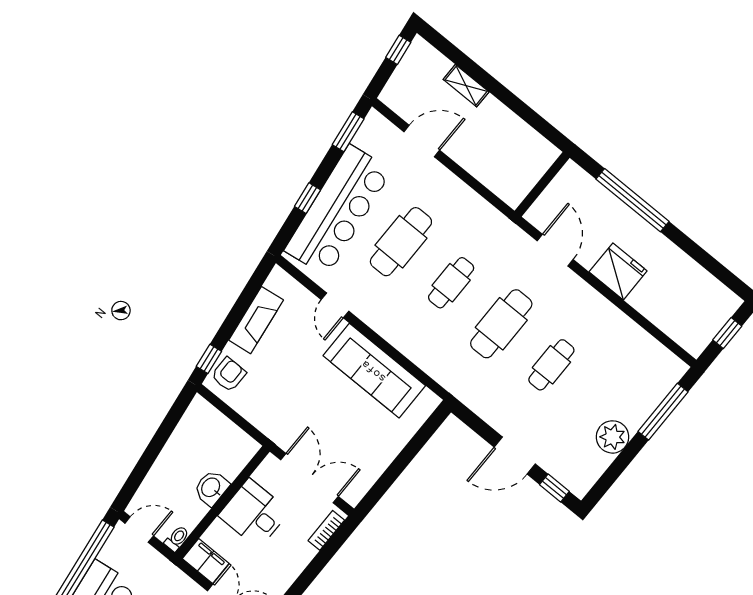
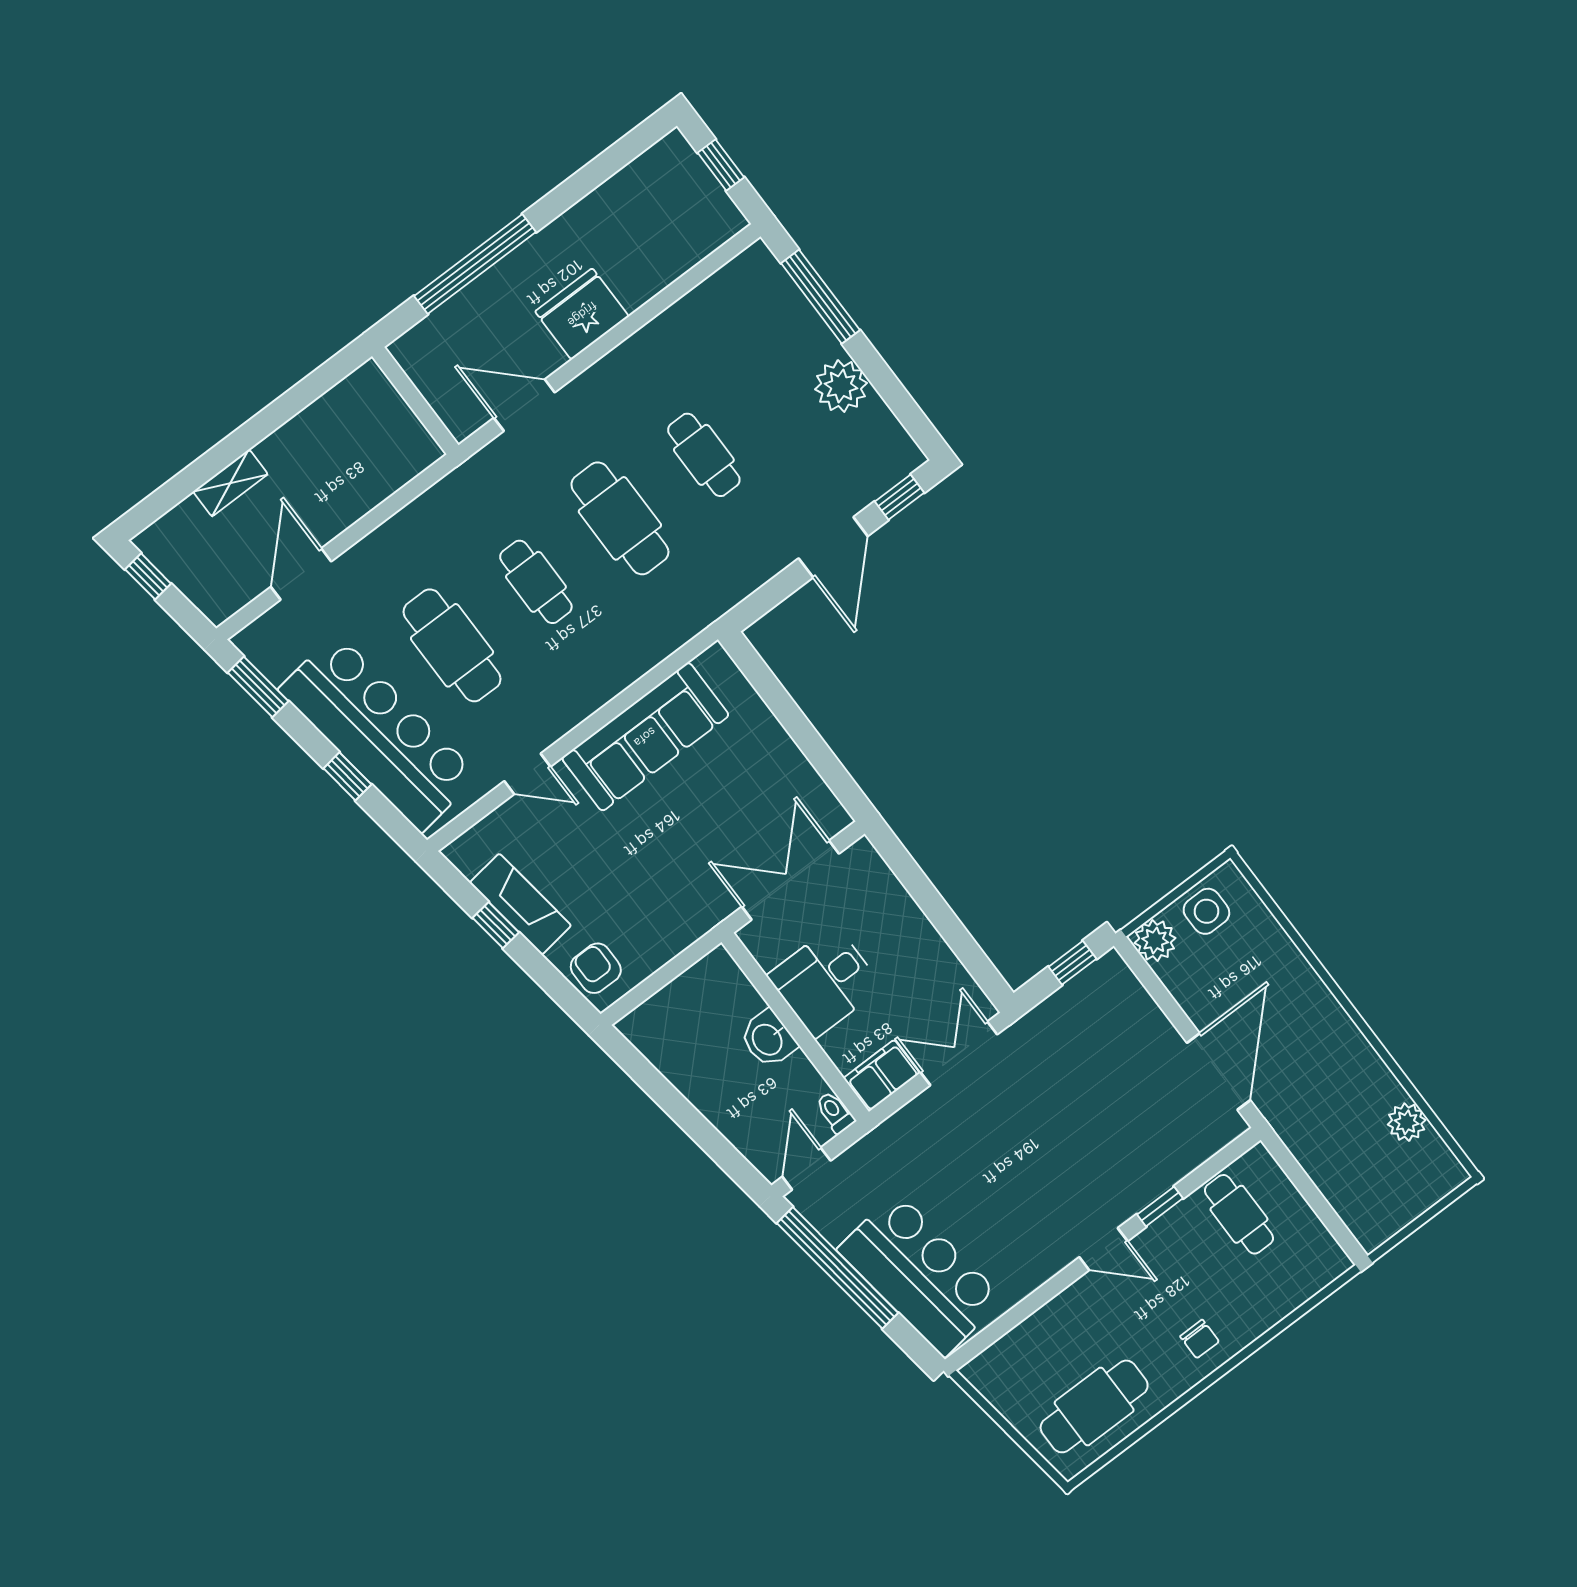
window: (209, 359) -> (496, 925), moved
bookcase: (326, 530) -> (879, 874), removed

